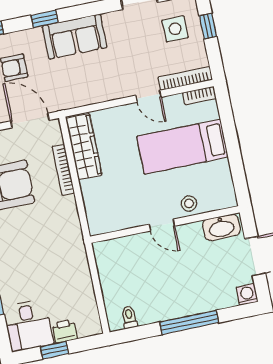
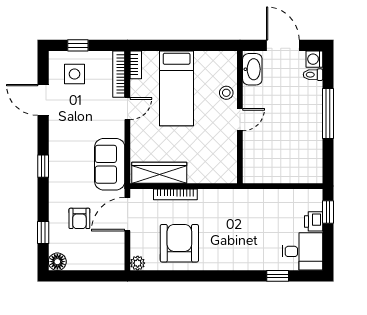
window: (44, 19) -> (43, 166), moved
sofa: (75, 37) -> (110, 164), moved, turned 180
toilet: (129, 317) -> (313, 75), moved
window: (54, 350) -> (328, 212), moved

